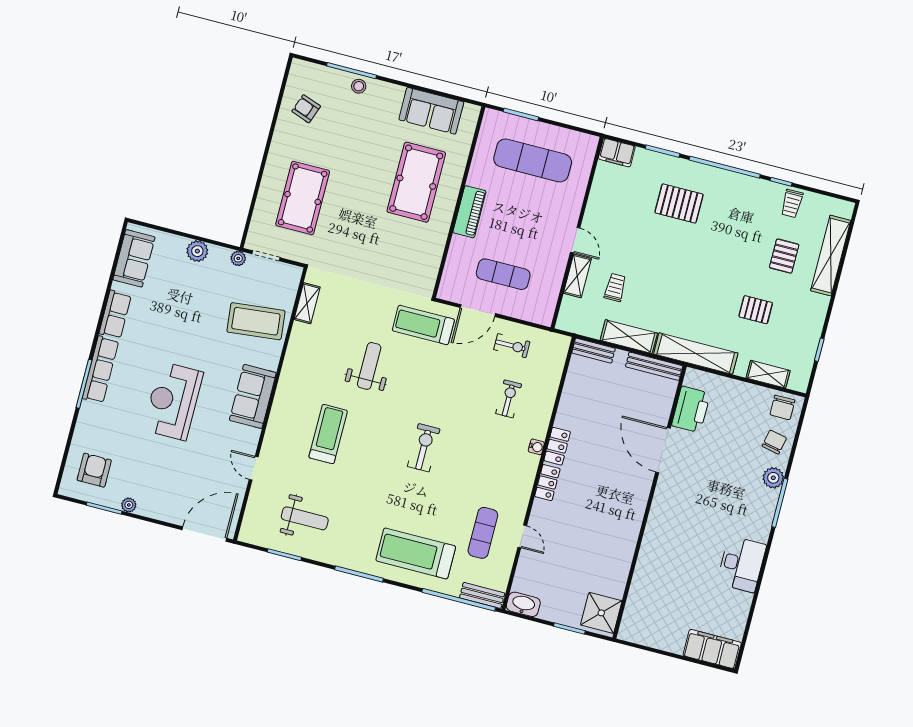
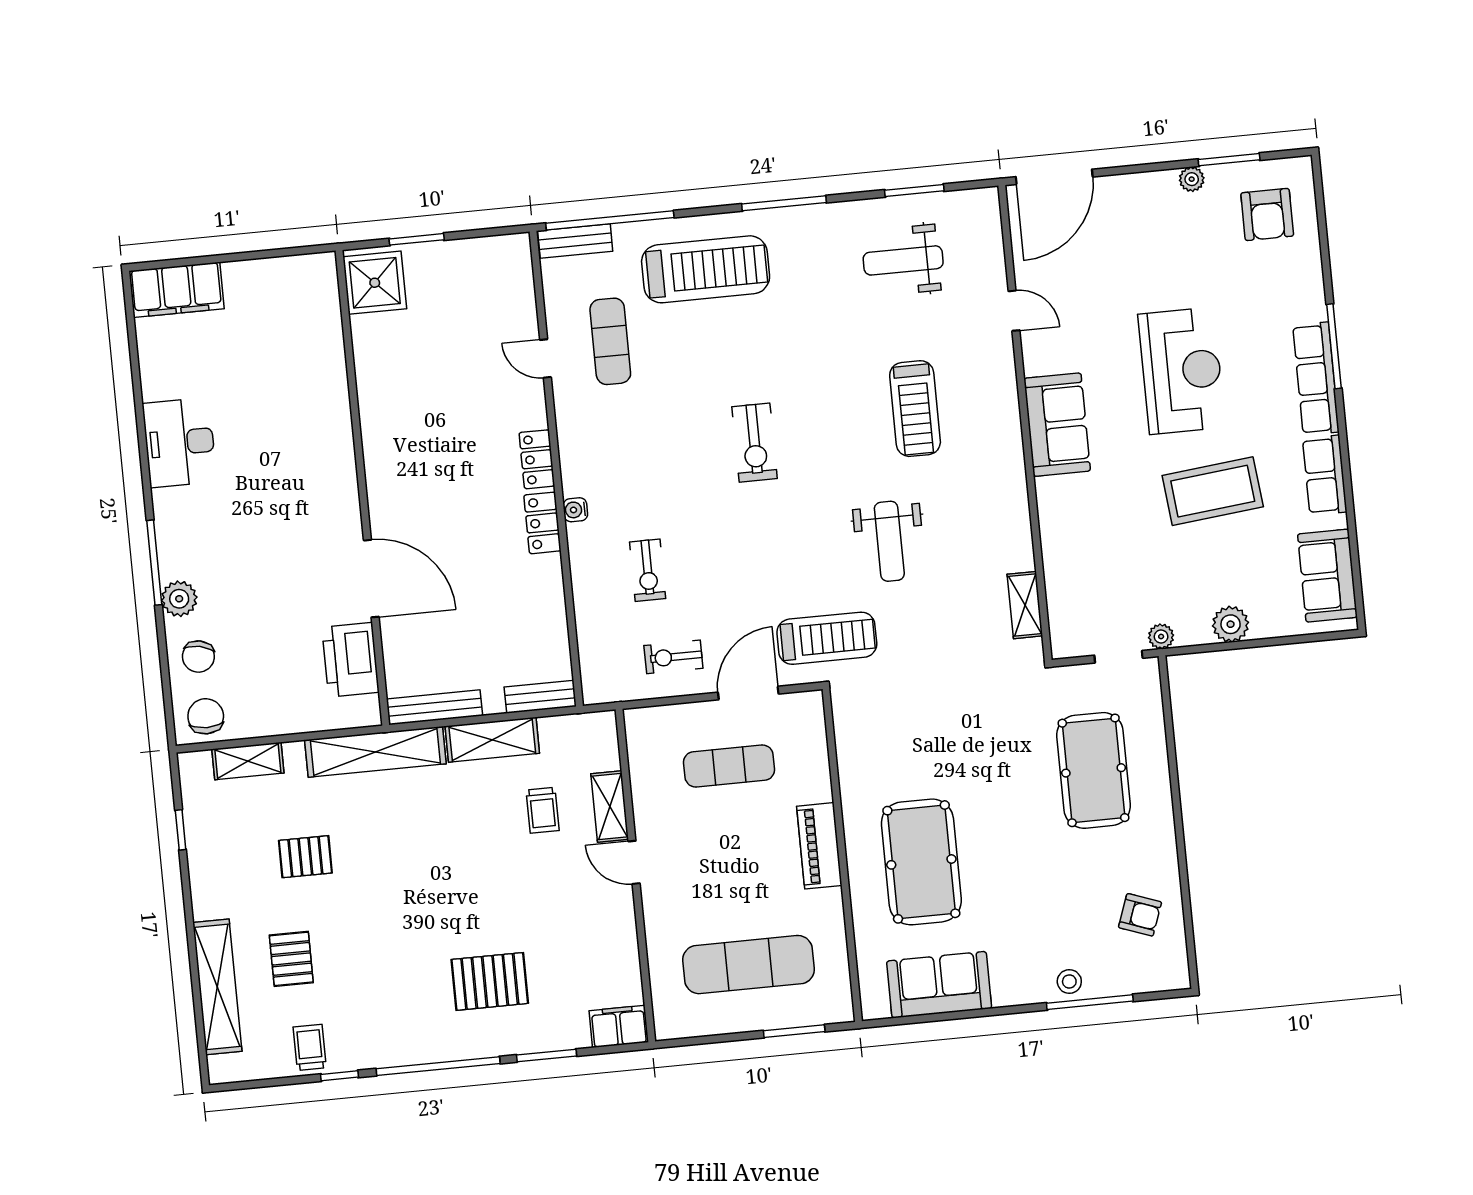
coffee table: (256, 321) -> (1213, 491), moved
washbasin: (523, 604) -> (504, 251), removed

